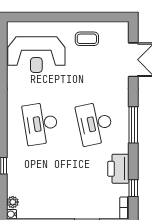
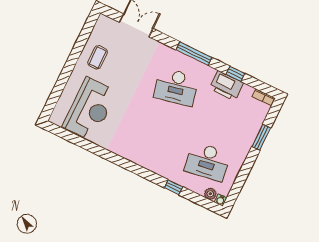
desk: (41, 124) -> (207, 162), moved
window: (133, 188) -> (235, 74), moved

